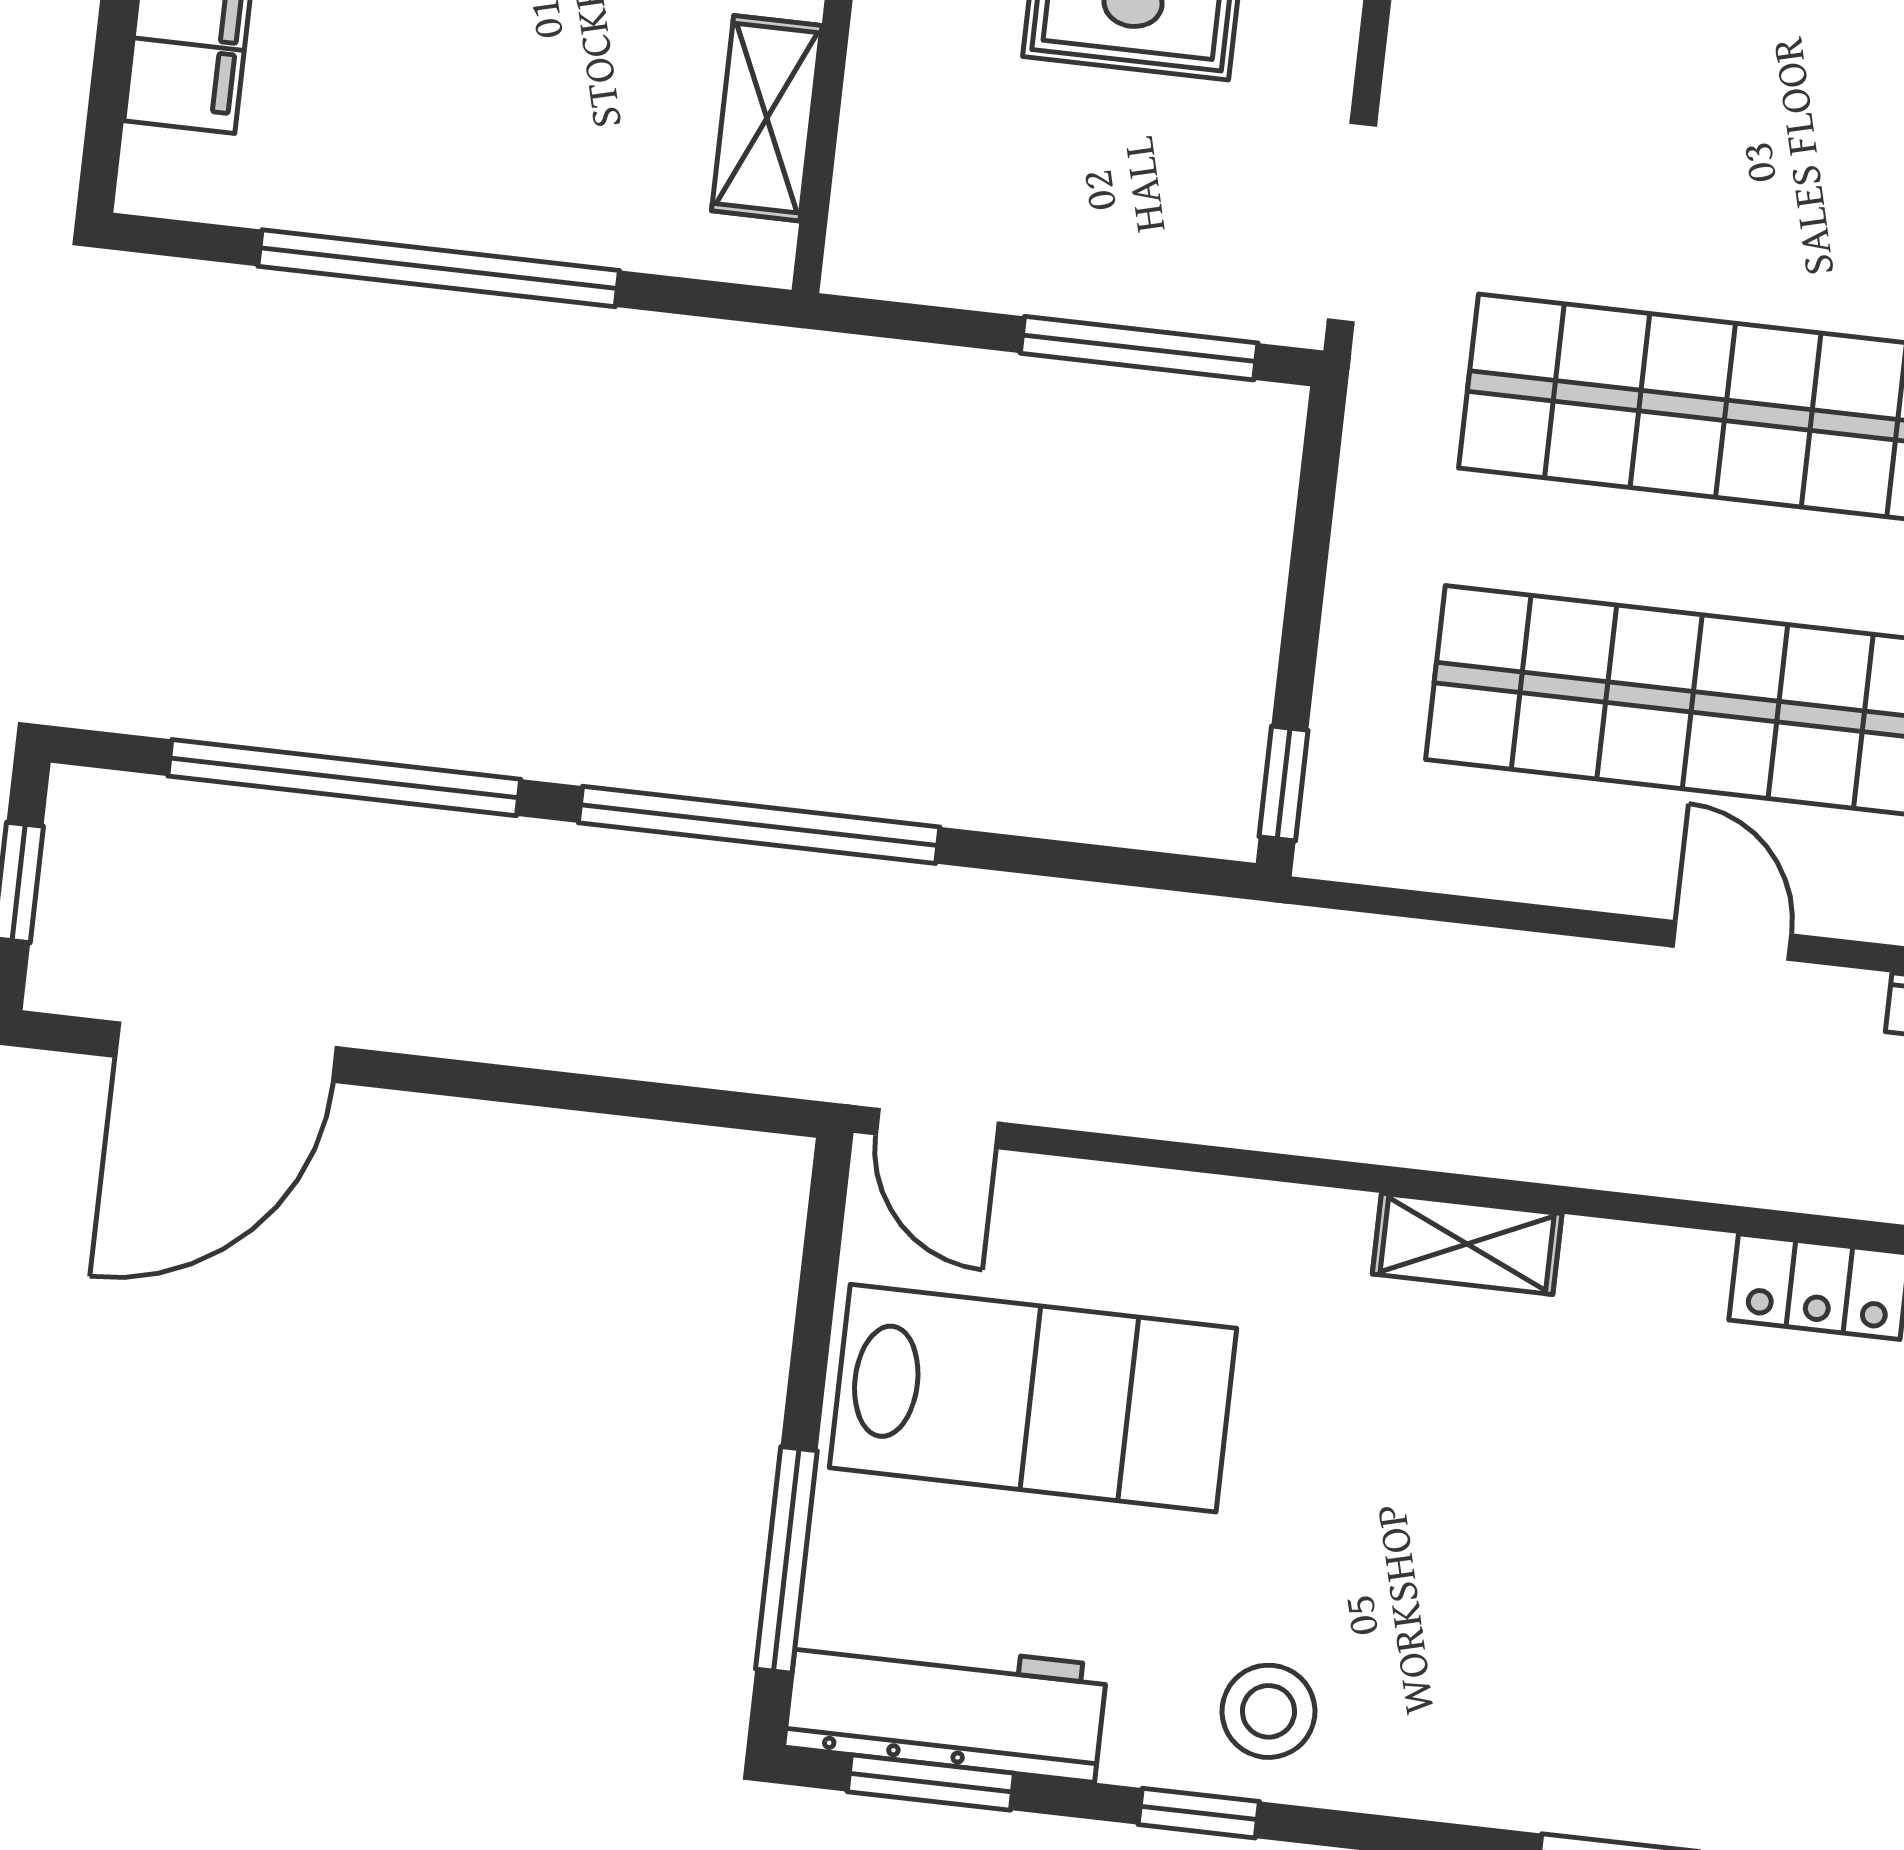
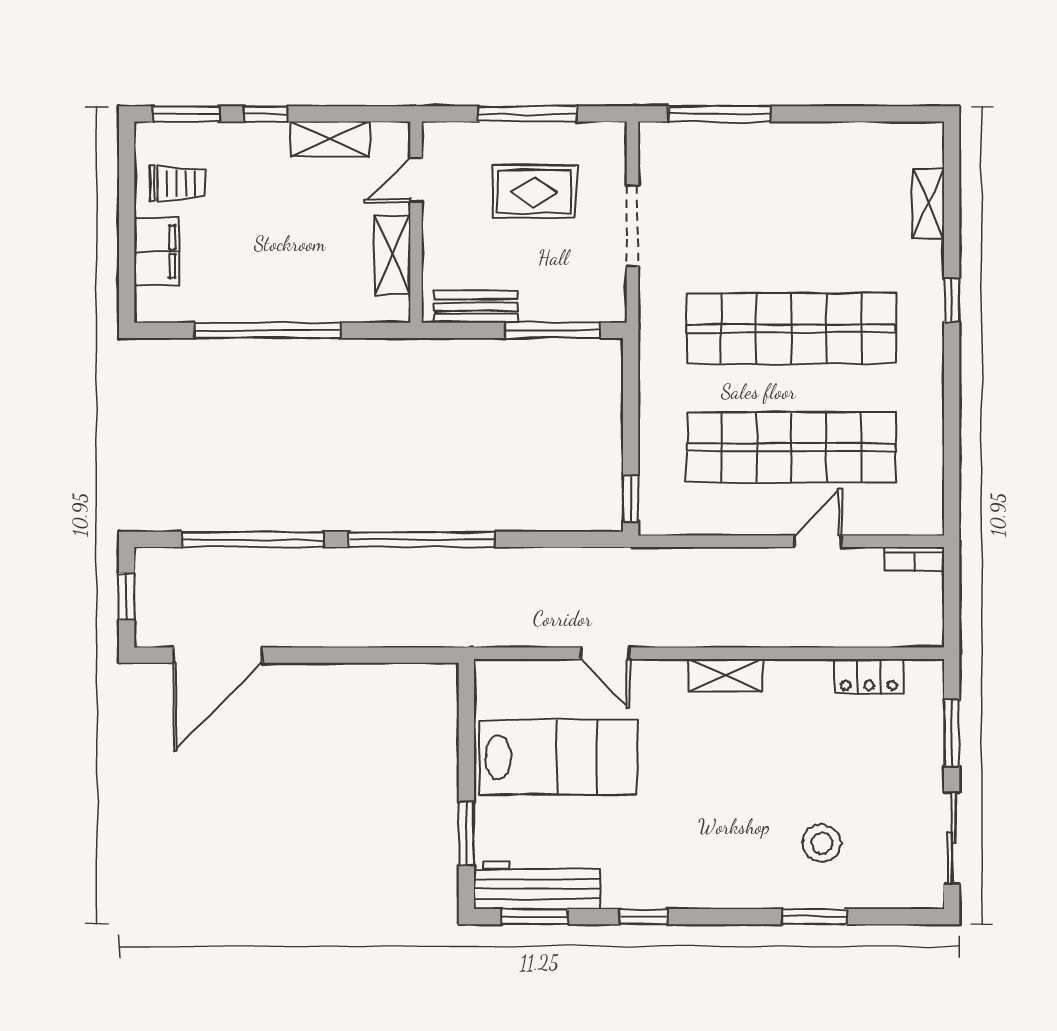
doorway: (1352, 222) -> (632, 226), moved
bench: (956, 269) -> (476, 307), added
door: (1732, 940) -> (818, 541), hinge flipped
door: (937, 1128) -> (605, 653), moved
window: (786, 1560) -> (466, 834), width x0.69
stool: (1268, 1711) -> (822, 843), moved

